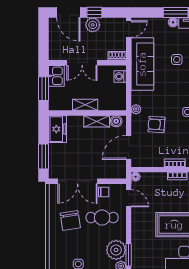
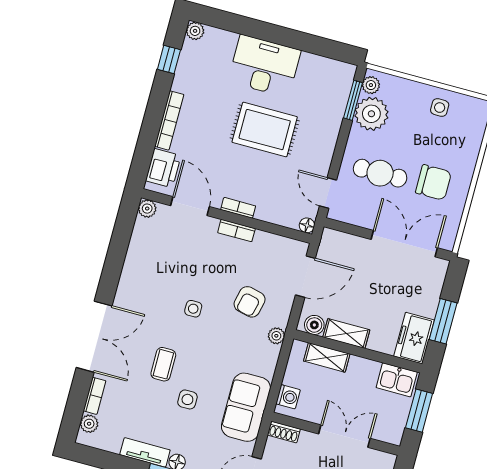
sofa: (142, 64) -> (246, 407), width x0.73
kitchen sink: (56, 76) -> (397, 380), moved, turned -90
shelving: (85, 105) -> (327, 357), moved
armchair: (156, 124) -> (250, 302), turned 99
window: (44, 156) -> (443, 321), moved
chair: (104, 192) -> (366, 214), removed
chair: (70, 220) -> (433, 182), turned 99

